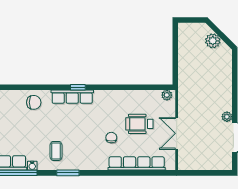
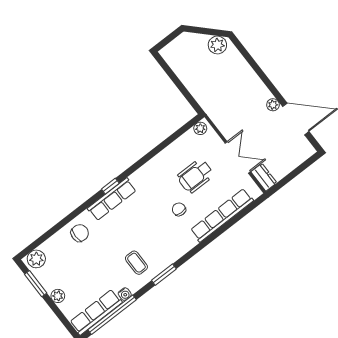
plant: (213, 41) -> (217, 45), moved
double door: (177, 133) -> (238, 157), swing flipped
dresser: (184, 160) -> (264, 177), added

